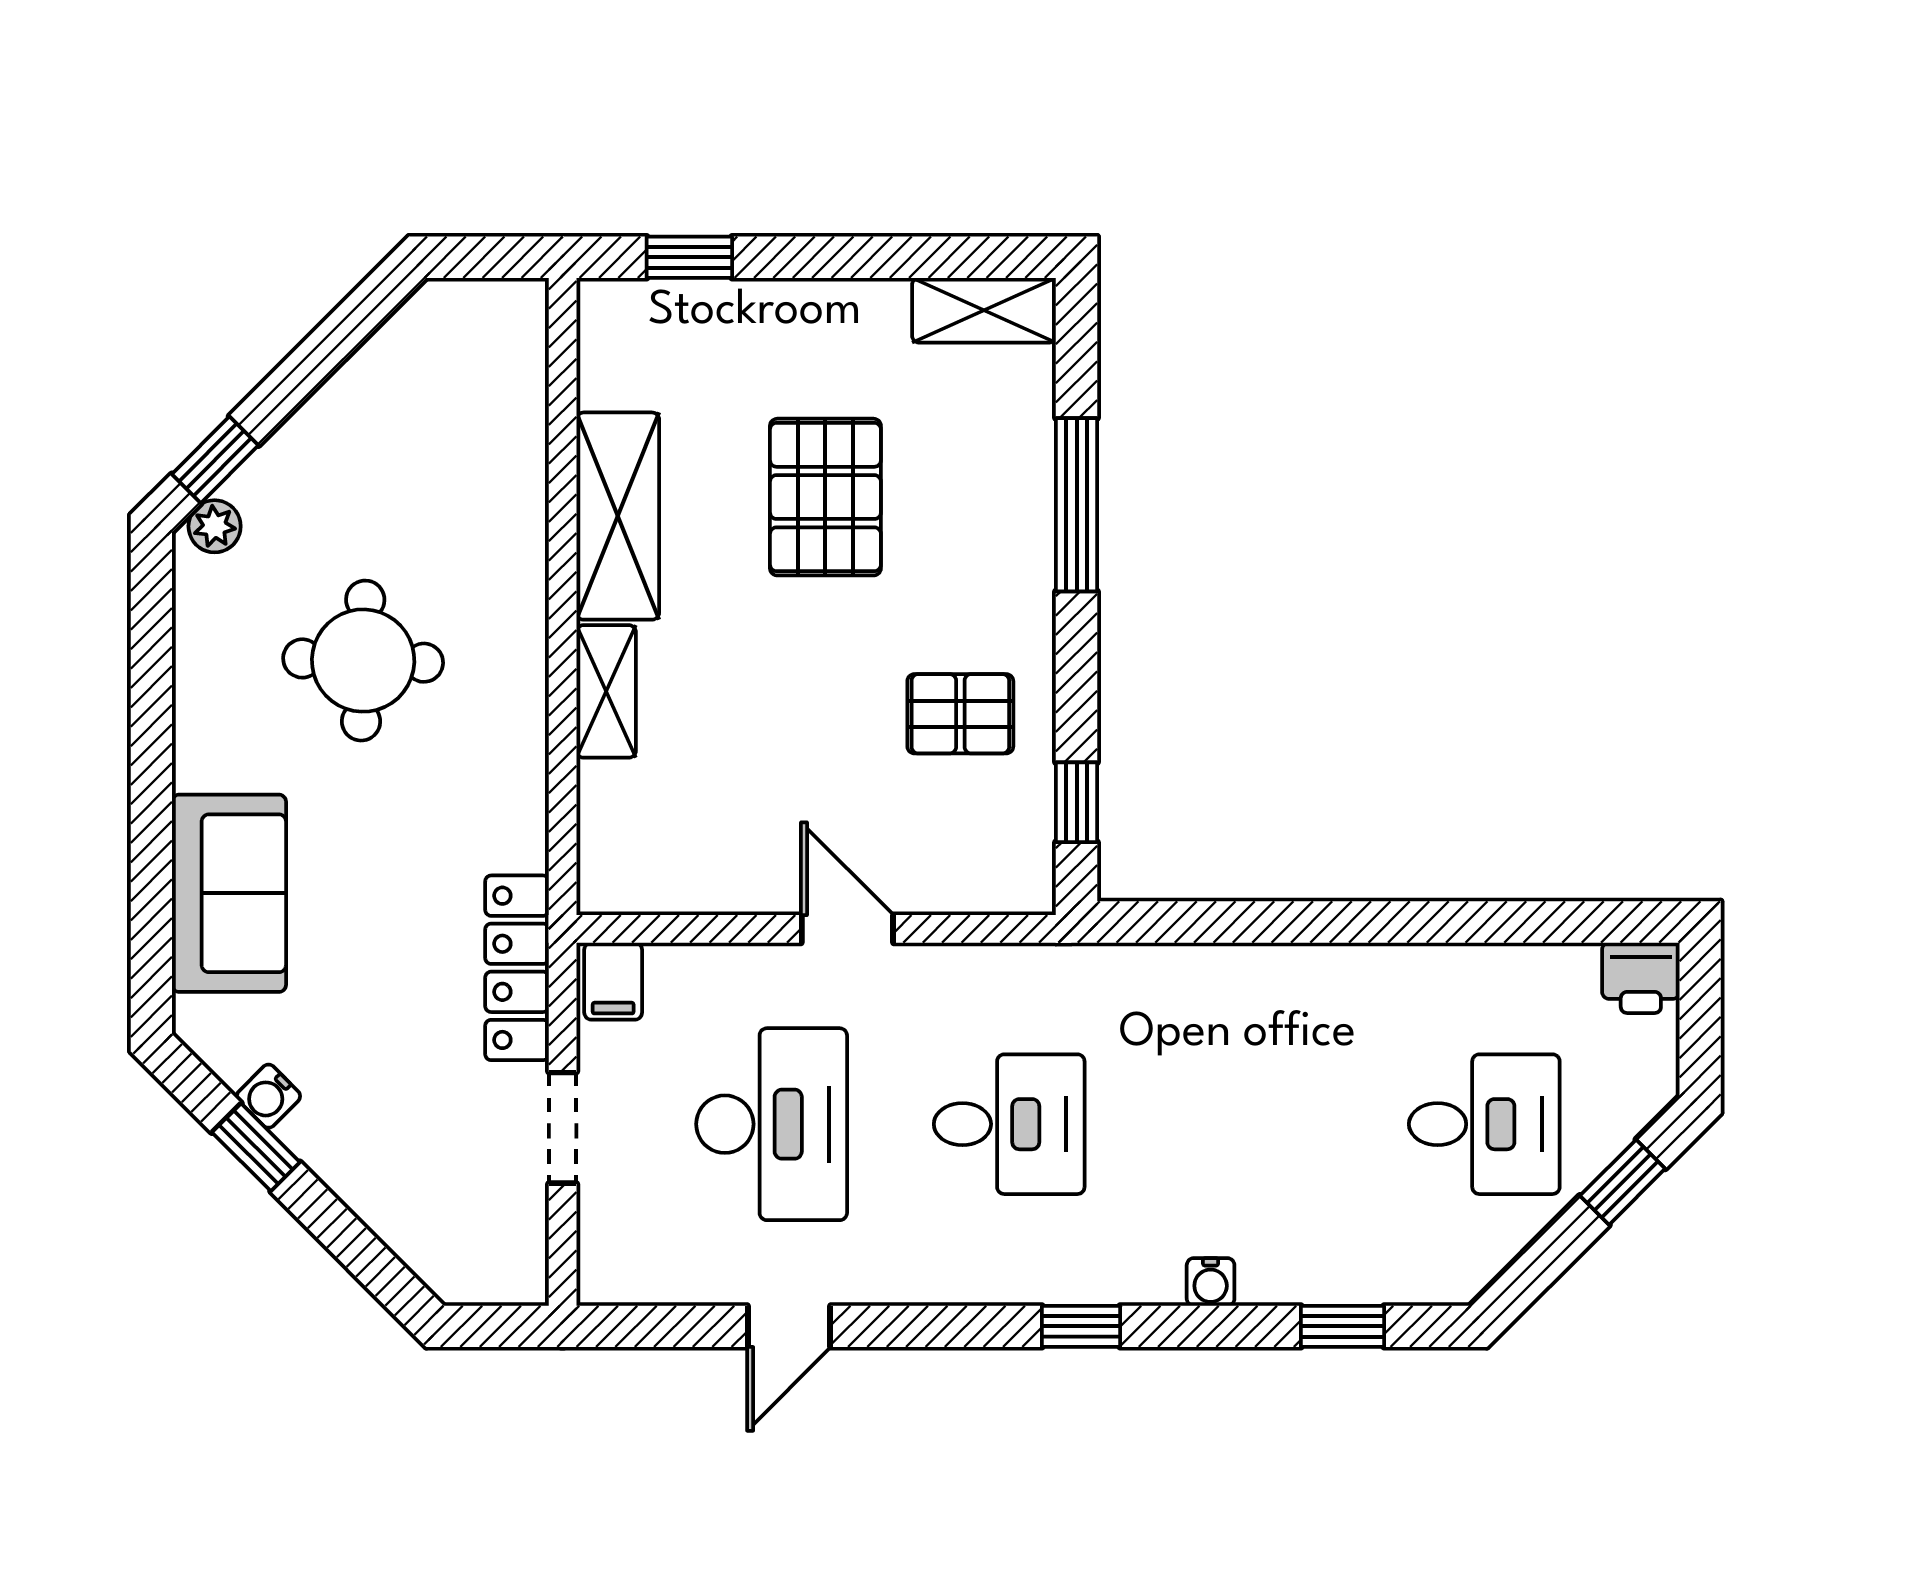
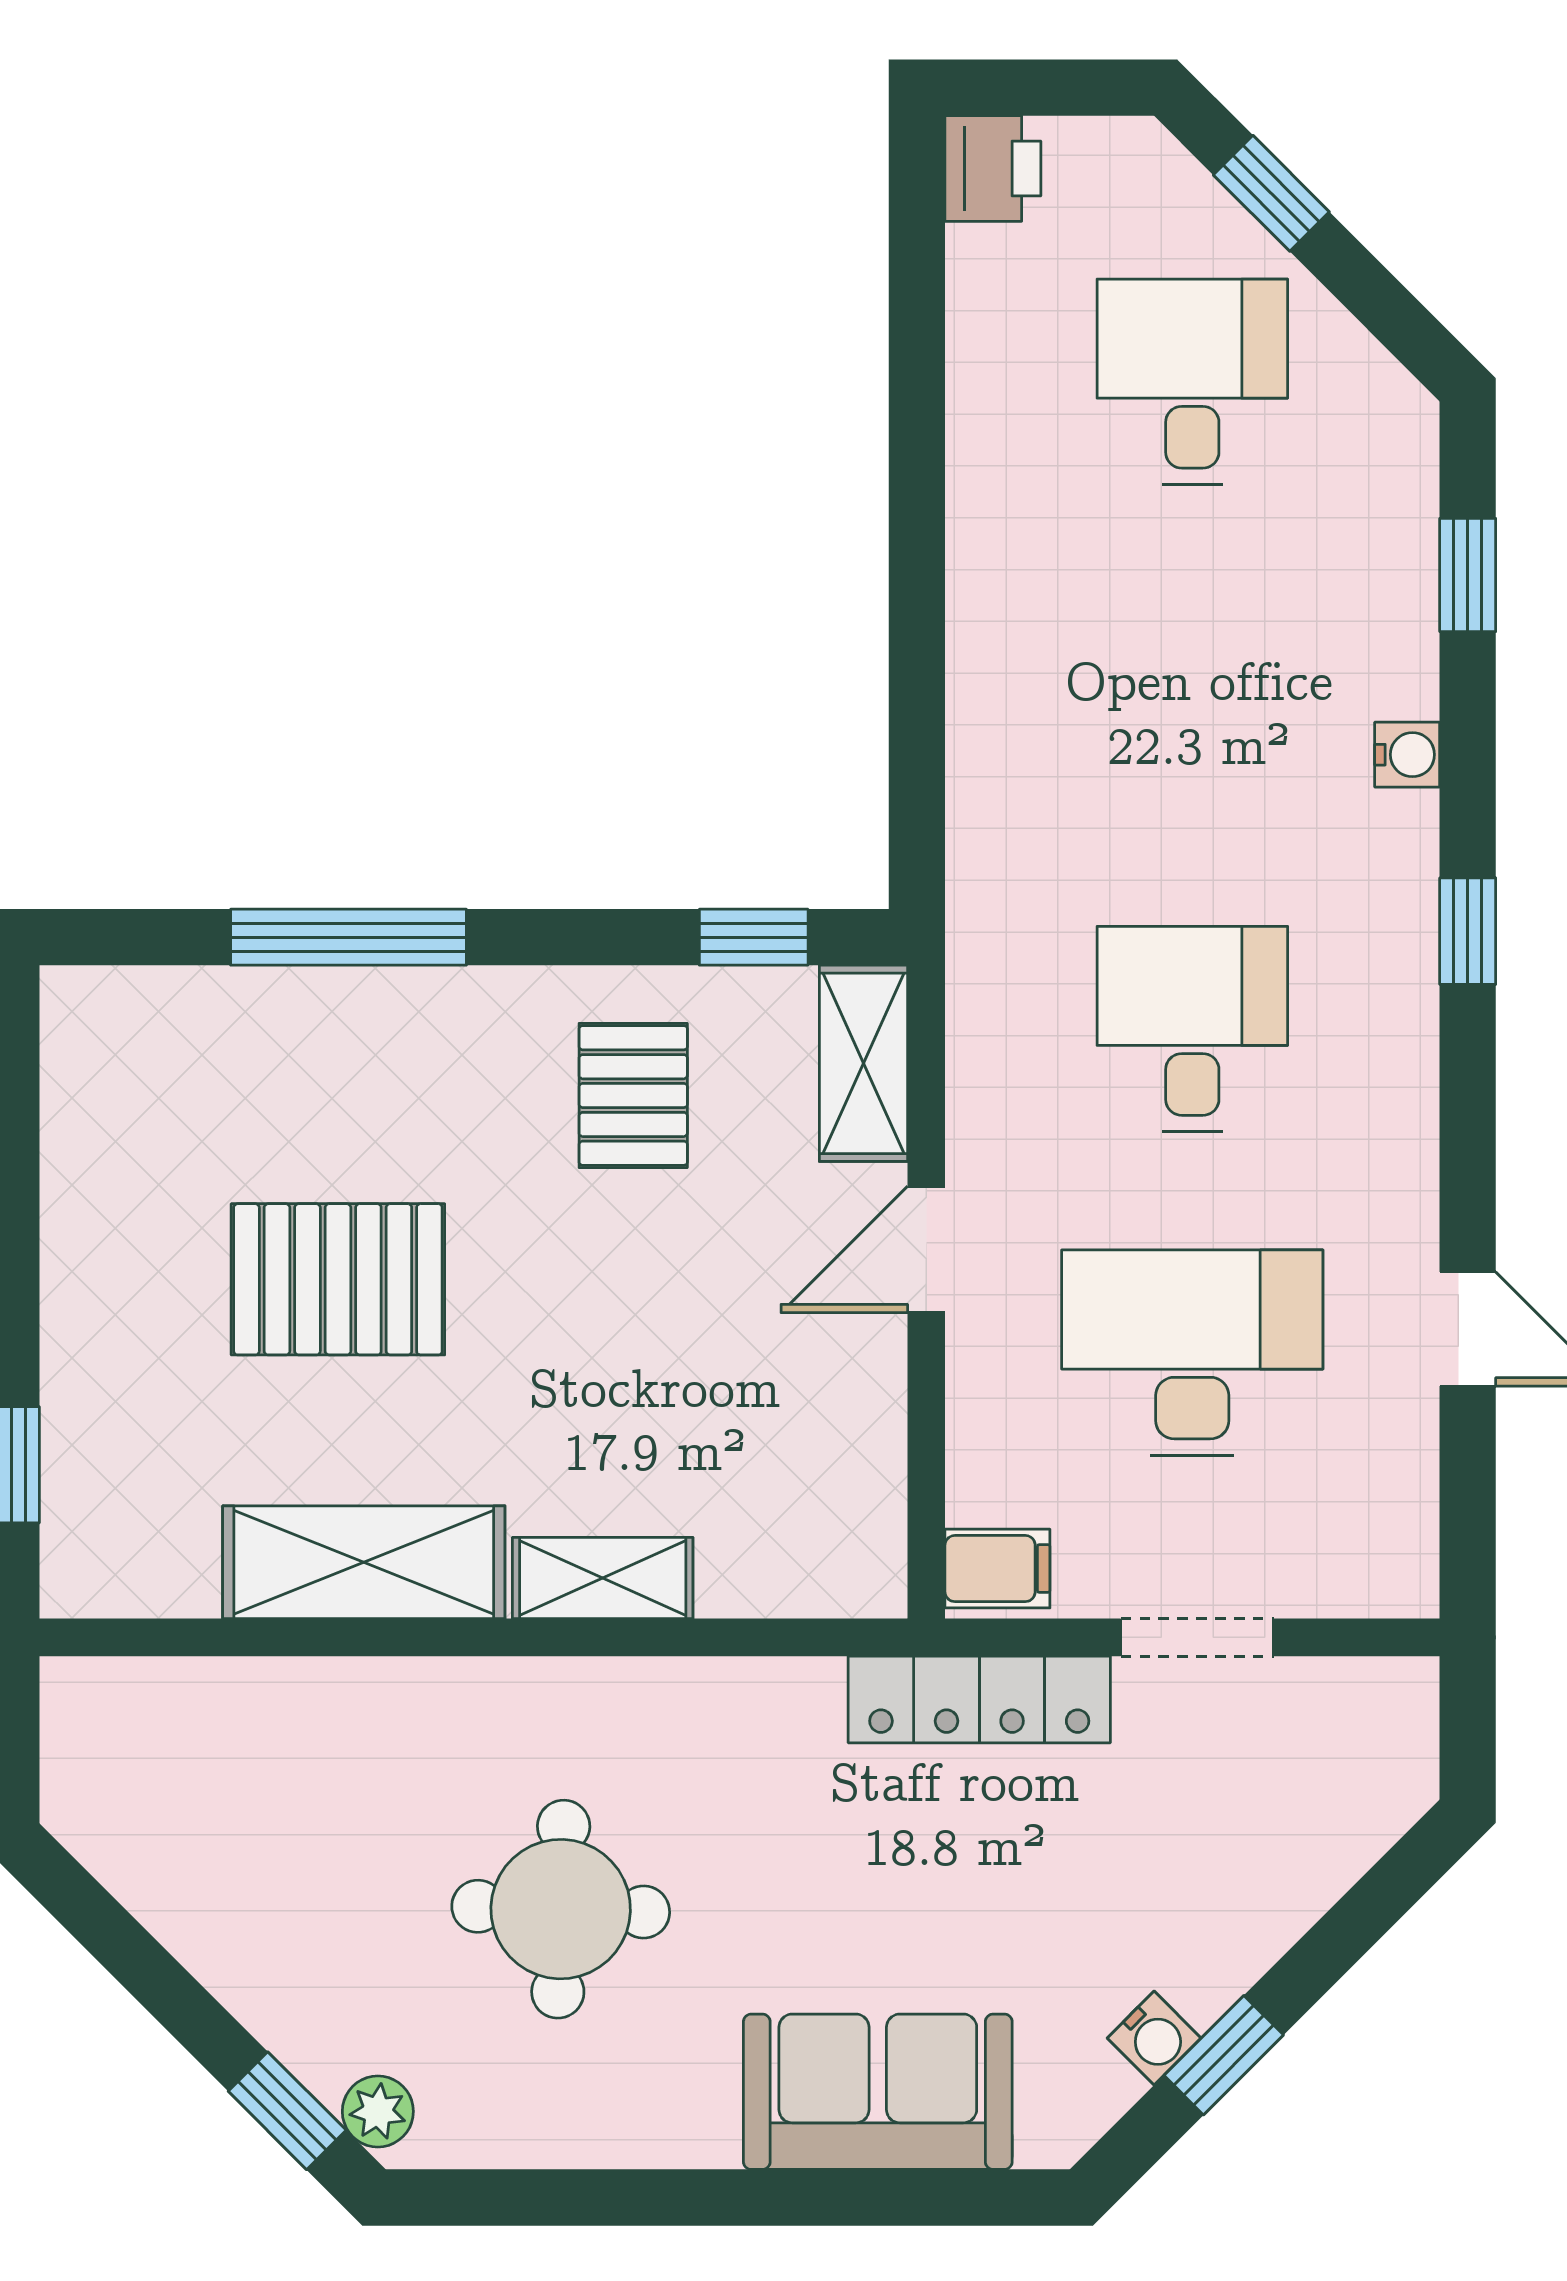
shelving: (984, 310) -> (863, 1063), moved

